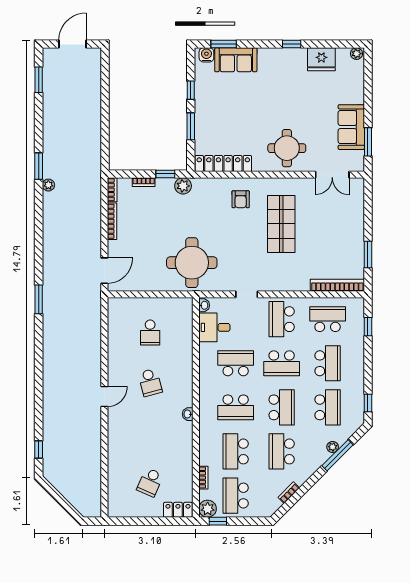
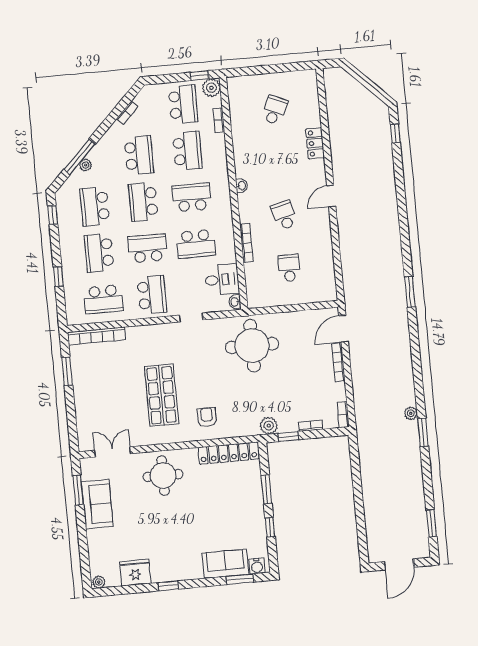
bookcase: (112, 221) -> (338, 362), moved
window: (368, 327) -> (58, 277), moved
bookcase: (188, 360) -> (246, 243), added
locker: (178, 510) -> (315, 143), moved, turned 90

